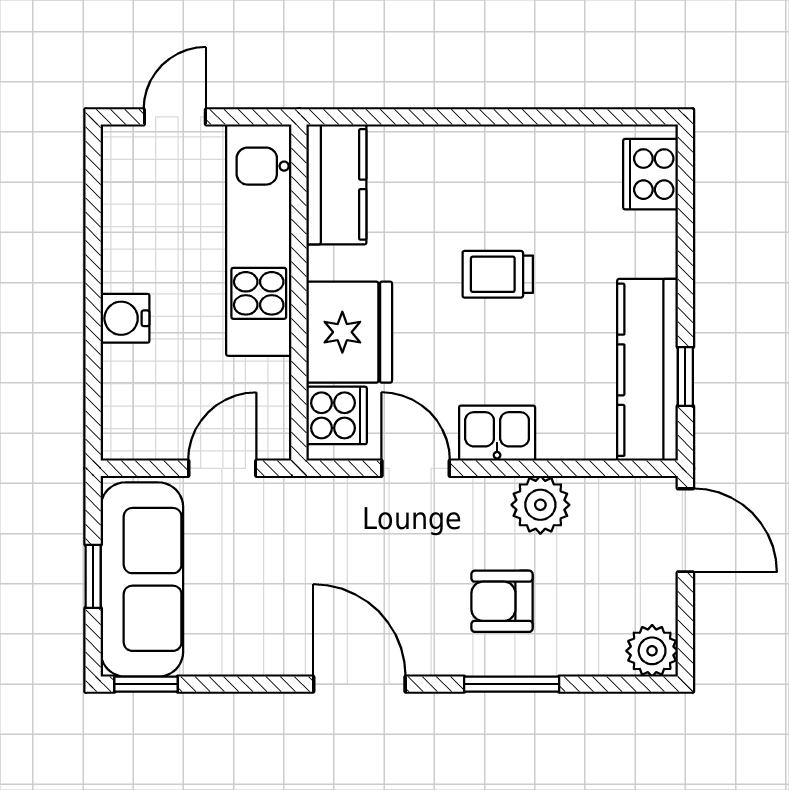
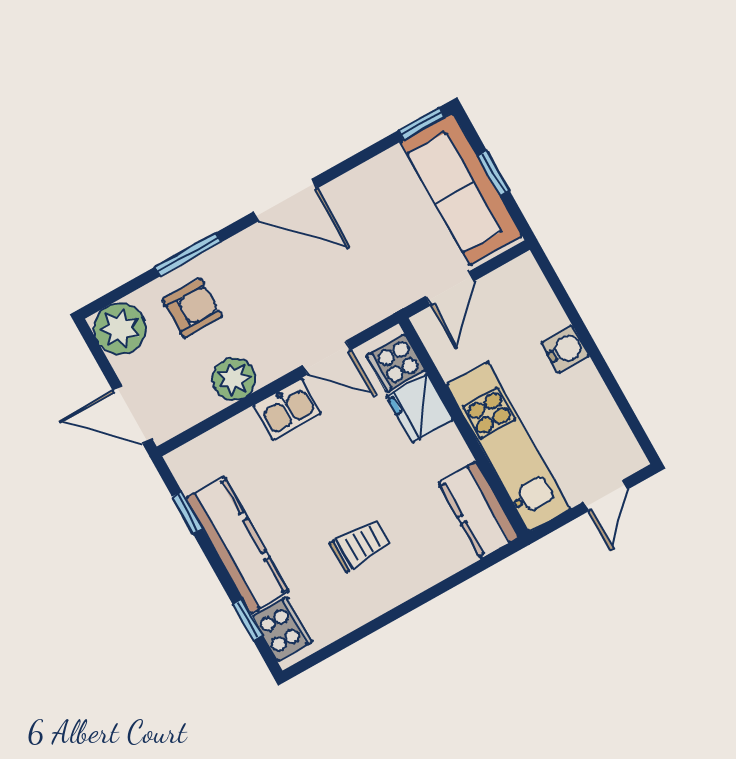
window: (685, 208) -> (248, 620), added
trolley: (498, 274) -> (360, 545), moved
fridge: (349, 332) -> (420, 408), width x0.73, depth x0.75
kitchen counter: (648, 370) -> (237, 545), moved
armchair: (502, 601) -> (192, 308), moved
plant: (652, 651) -> (120, 329), width x1.36, depth x1.36

